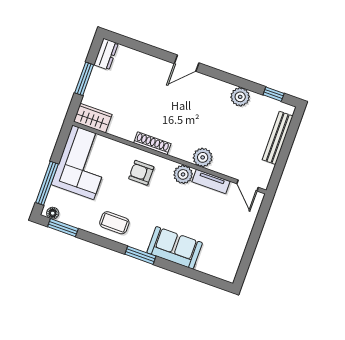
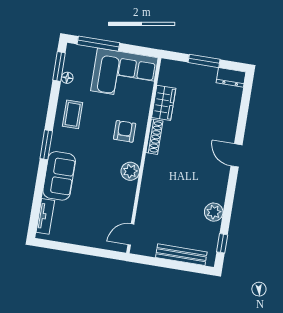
wardrobe: (93, 118) -> (164, 103), moved
plant: (203, 157) -> (150, 187), removed
tv unit: (211, 182) -> (45, 216), moved, turned 180
floor lamp: (53, 213) -> (67, 78), moved

